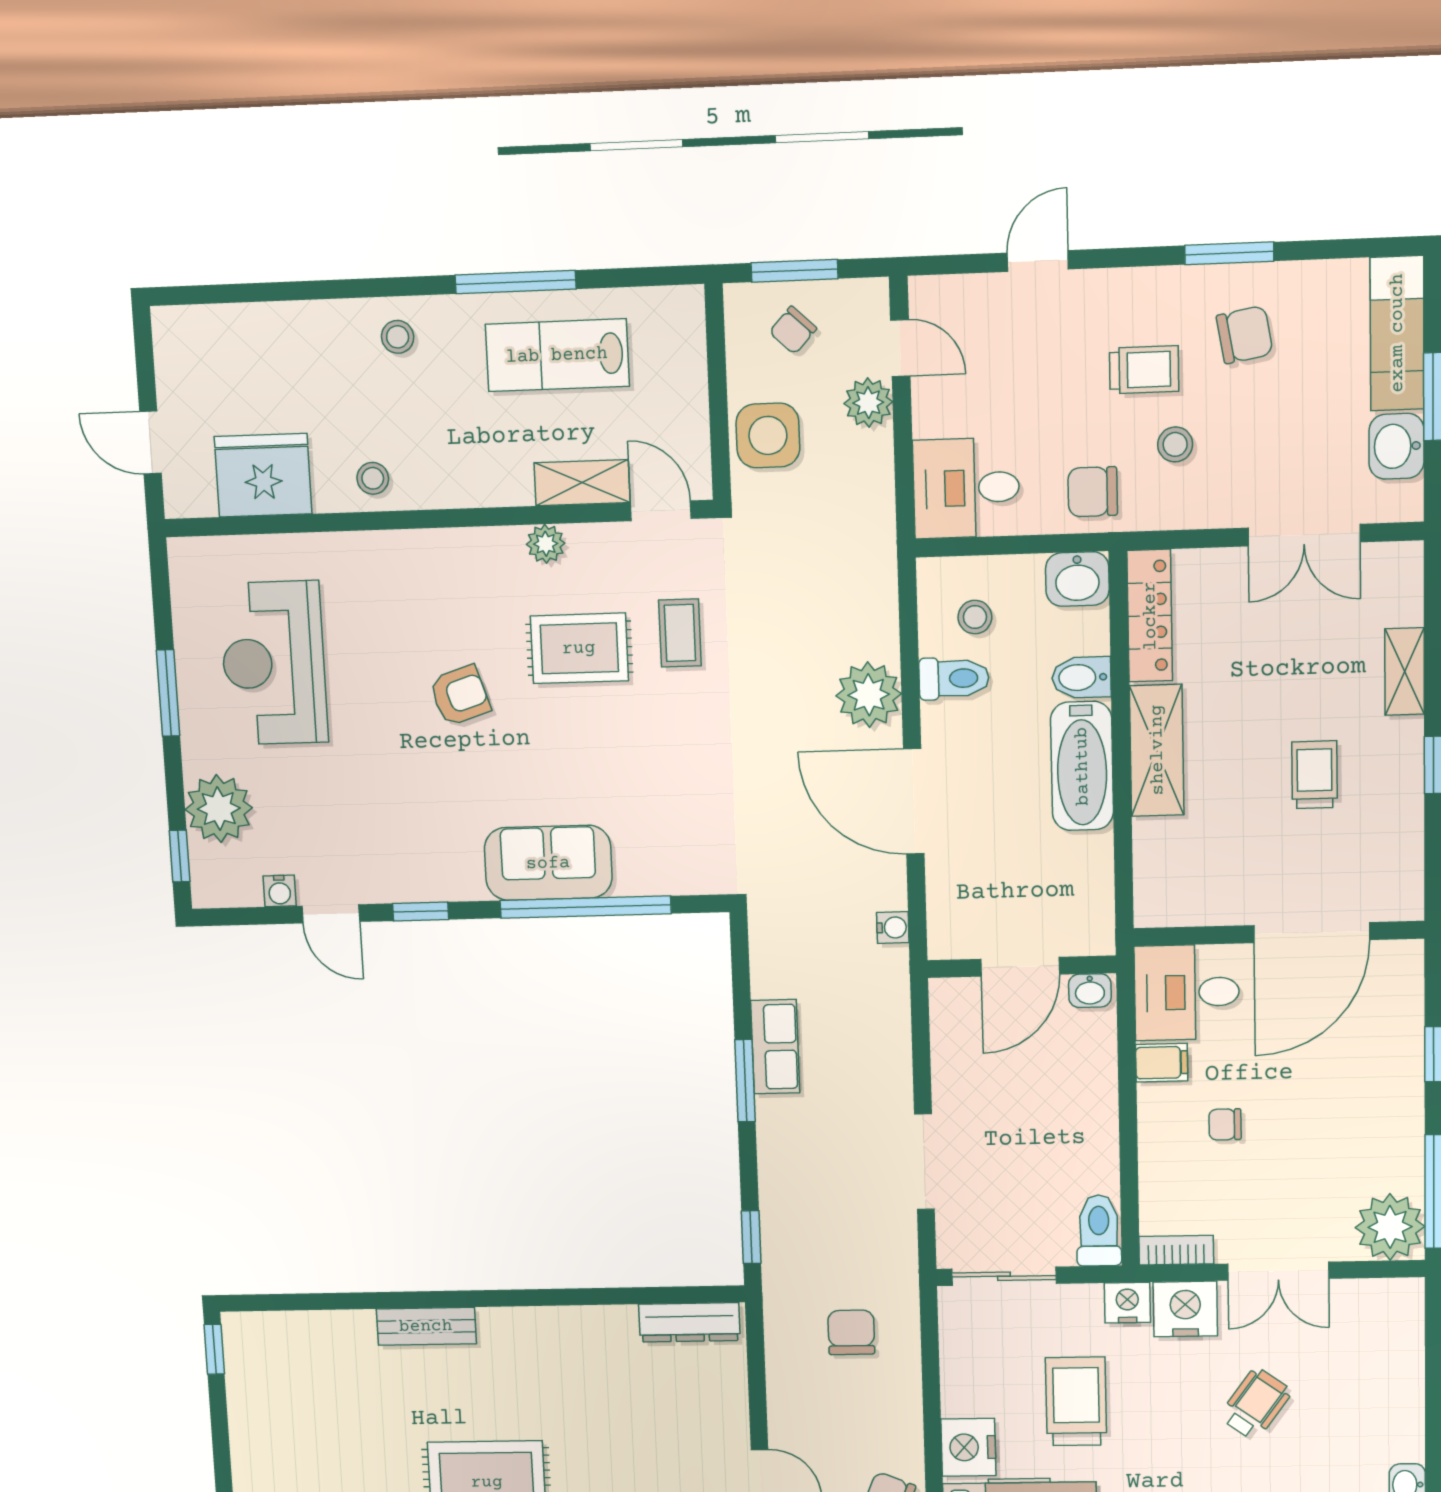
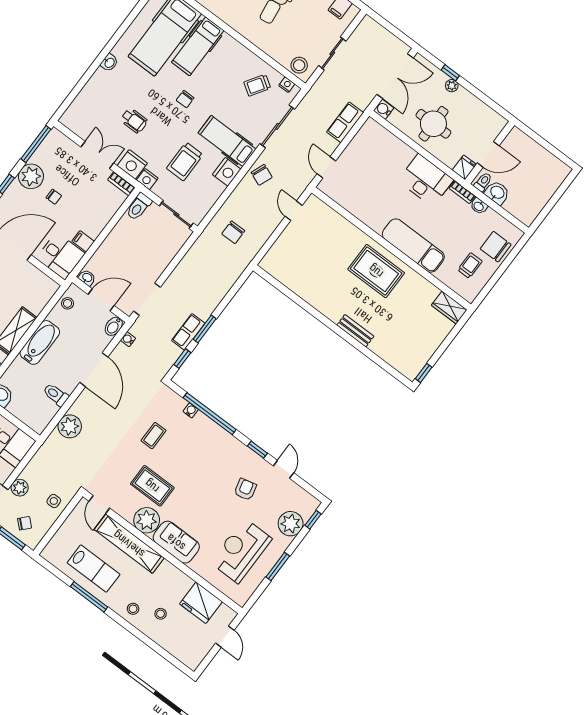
side table: (768, 435) -> (54, 501), width x0.54, depth x0.54
stool: (373, 478) -> (161, 614), moved
shelving: (582, 483) -> (129, 544), width x2.20, depth x1.33
plant: (546, 544) -> (147, 520), width x1.87, depth x1.87
stool: (975, 617) -> (68, 303), moved
coffee table: (680, 633) -> (154, 436), moved
reception desk: (274, 663) -> (241, 551), turned 180
bidet: (1081, 677) -> (114, 326), moved, turned 90
armchair: (460, 695) -> (245, 489), moved, turned 94
plant: (869, 695) -> (70, 426), moved
sofa: (548, 863) -> (176, 542), moved, turned 180
water cooler: (280, 891) -> (191, 410), moved
chair: (1225, 1124) -> (54, 197), moved
doorway: (924, 1162) -> (147, 299), moved
plant: (1390, 1227) -> (31, 176), moved
window: (751, 1237) -> (182, 359), moved
dresser: (689, 1322) -> (278, 272), removed
wheelchair: (1256, 1404) -> (134, 121), turned -126

